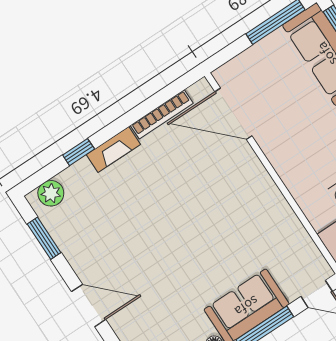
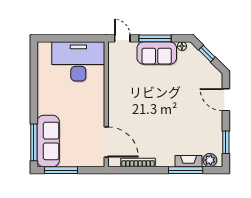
fireplace: (113, 150) -> (189, 161), moved
window: (79, 152) -> (186, 170), width x2.17

